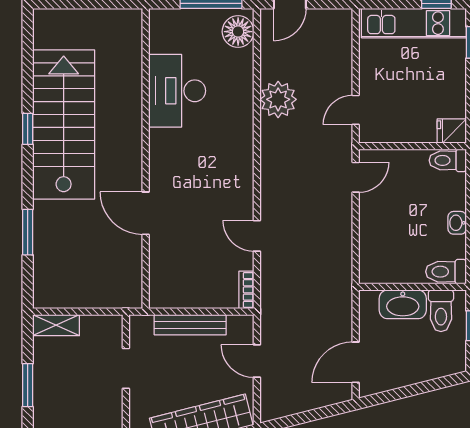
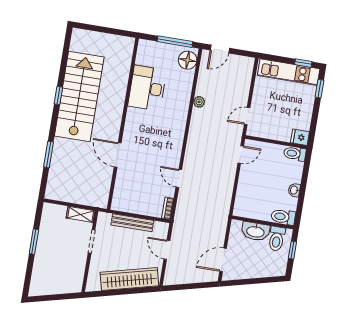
plant: (278, 99) -> (199, 102), width x0.53, depth x0.53
shelving: (56, 325) -> (81, 214), moved

